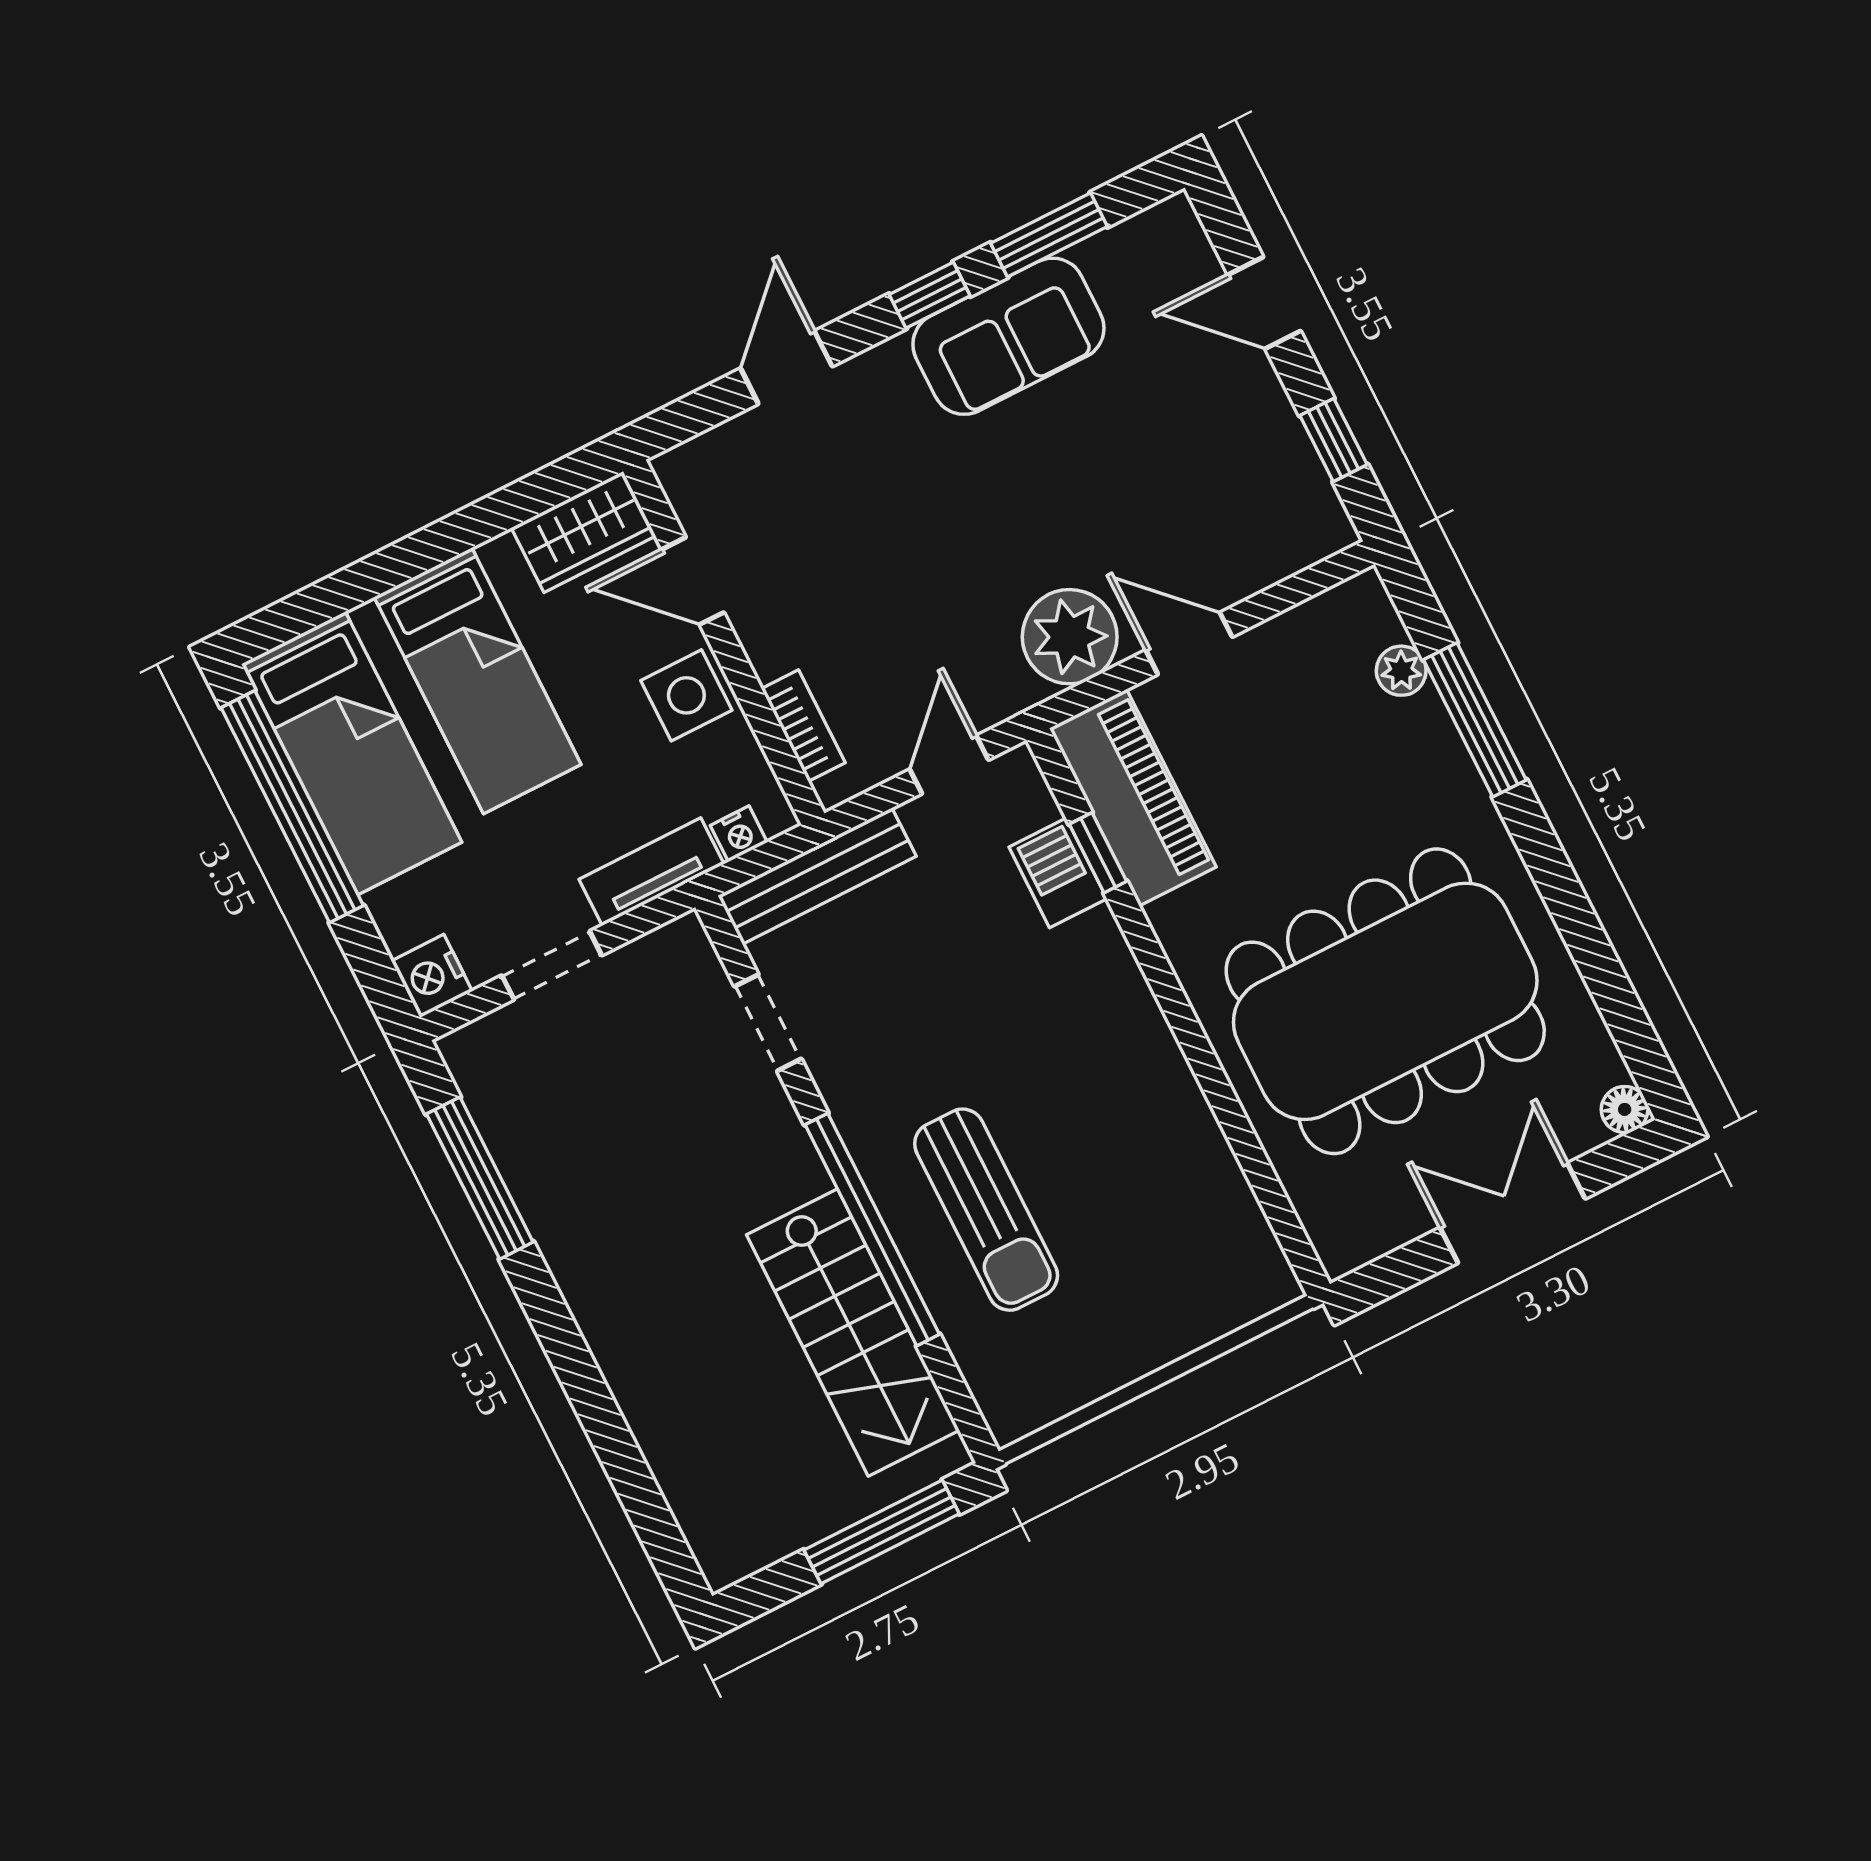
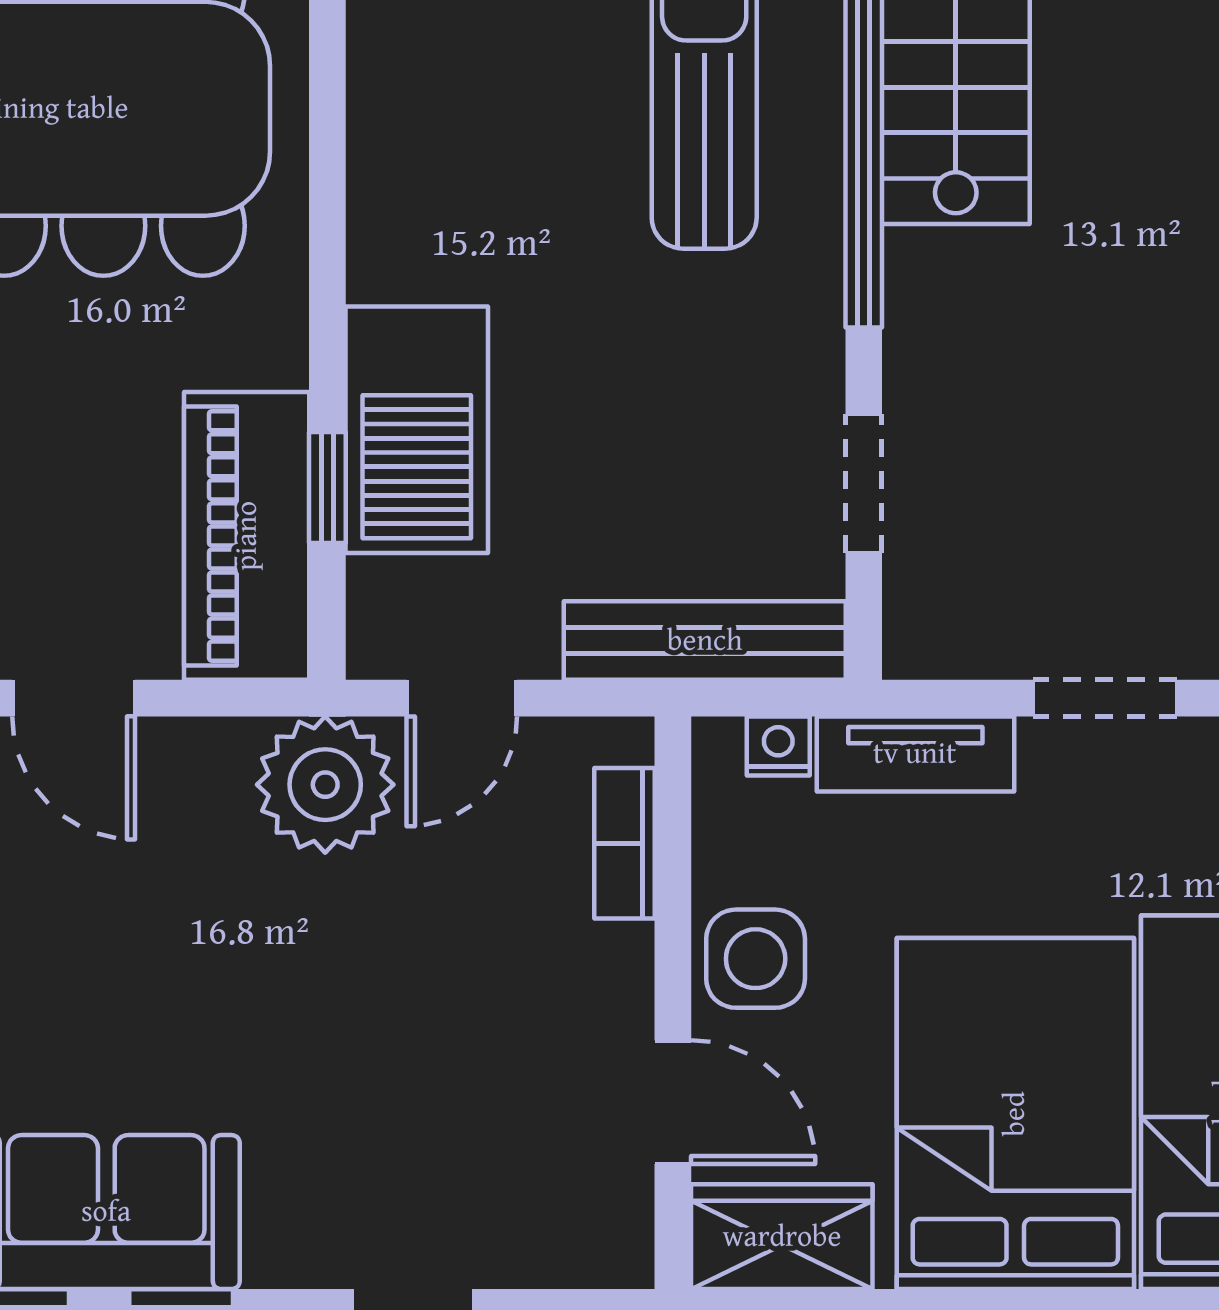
plant: (1070, 637) -> (325, 785), moved
bed: (478, 681) -> (1015, 1114), width x1.50
barbecue: (1058, 873) -> (417, 430), width x1.88, depth x1.53

